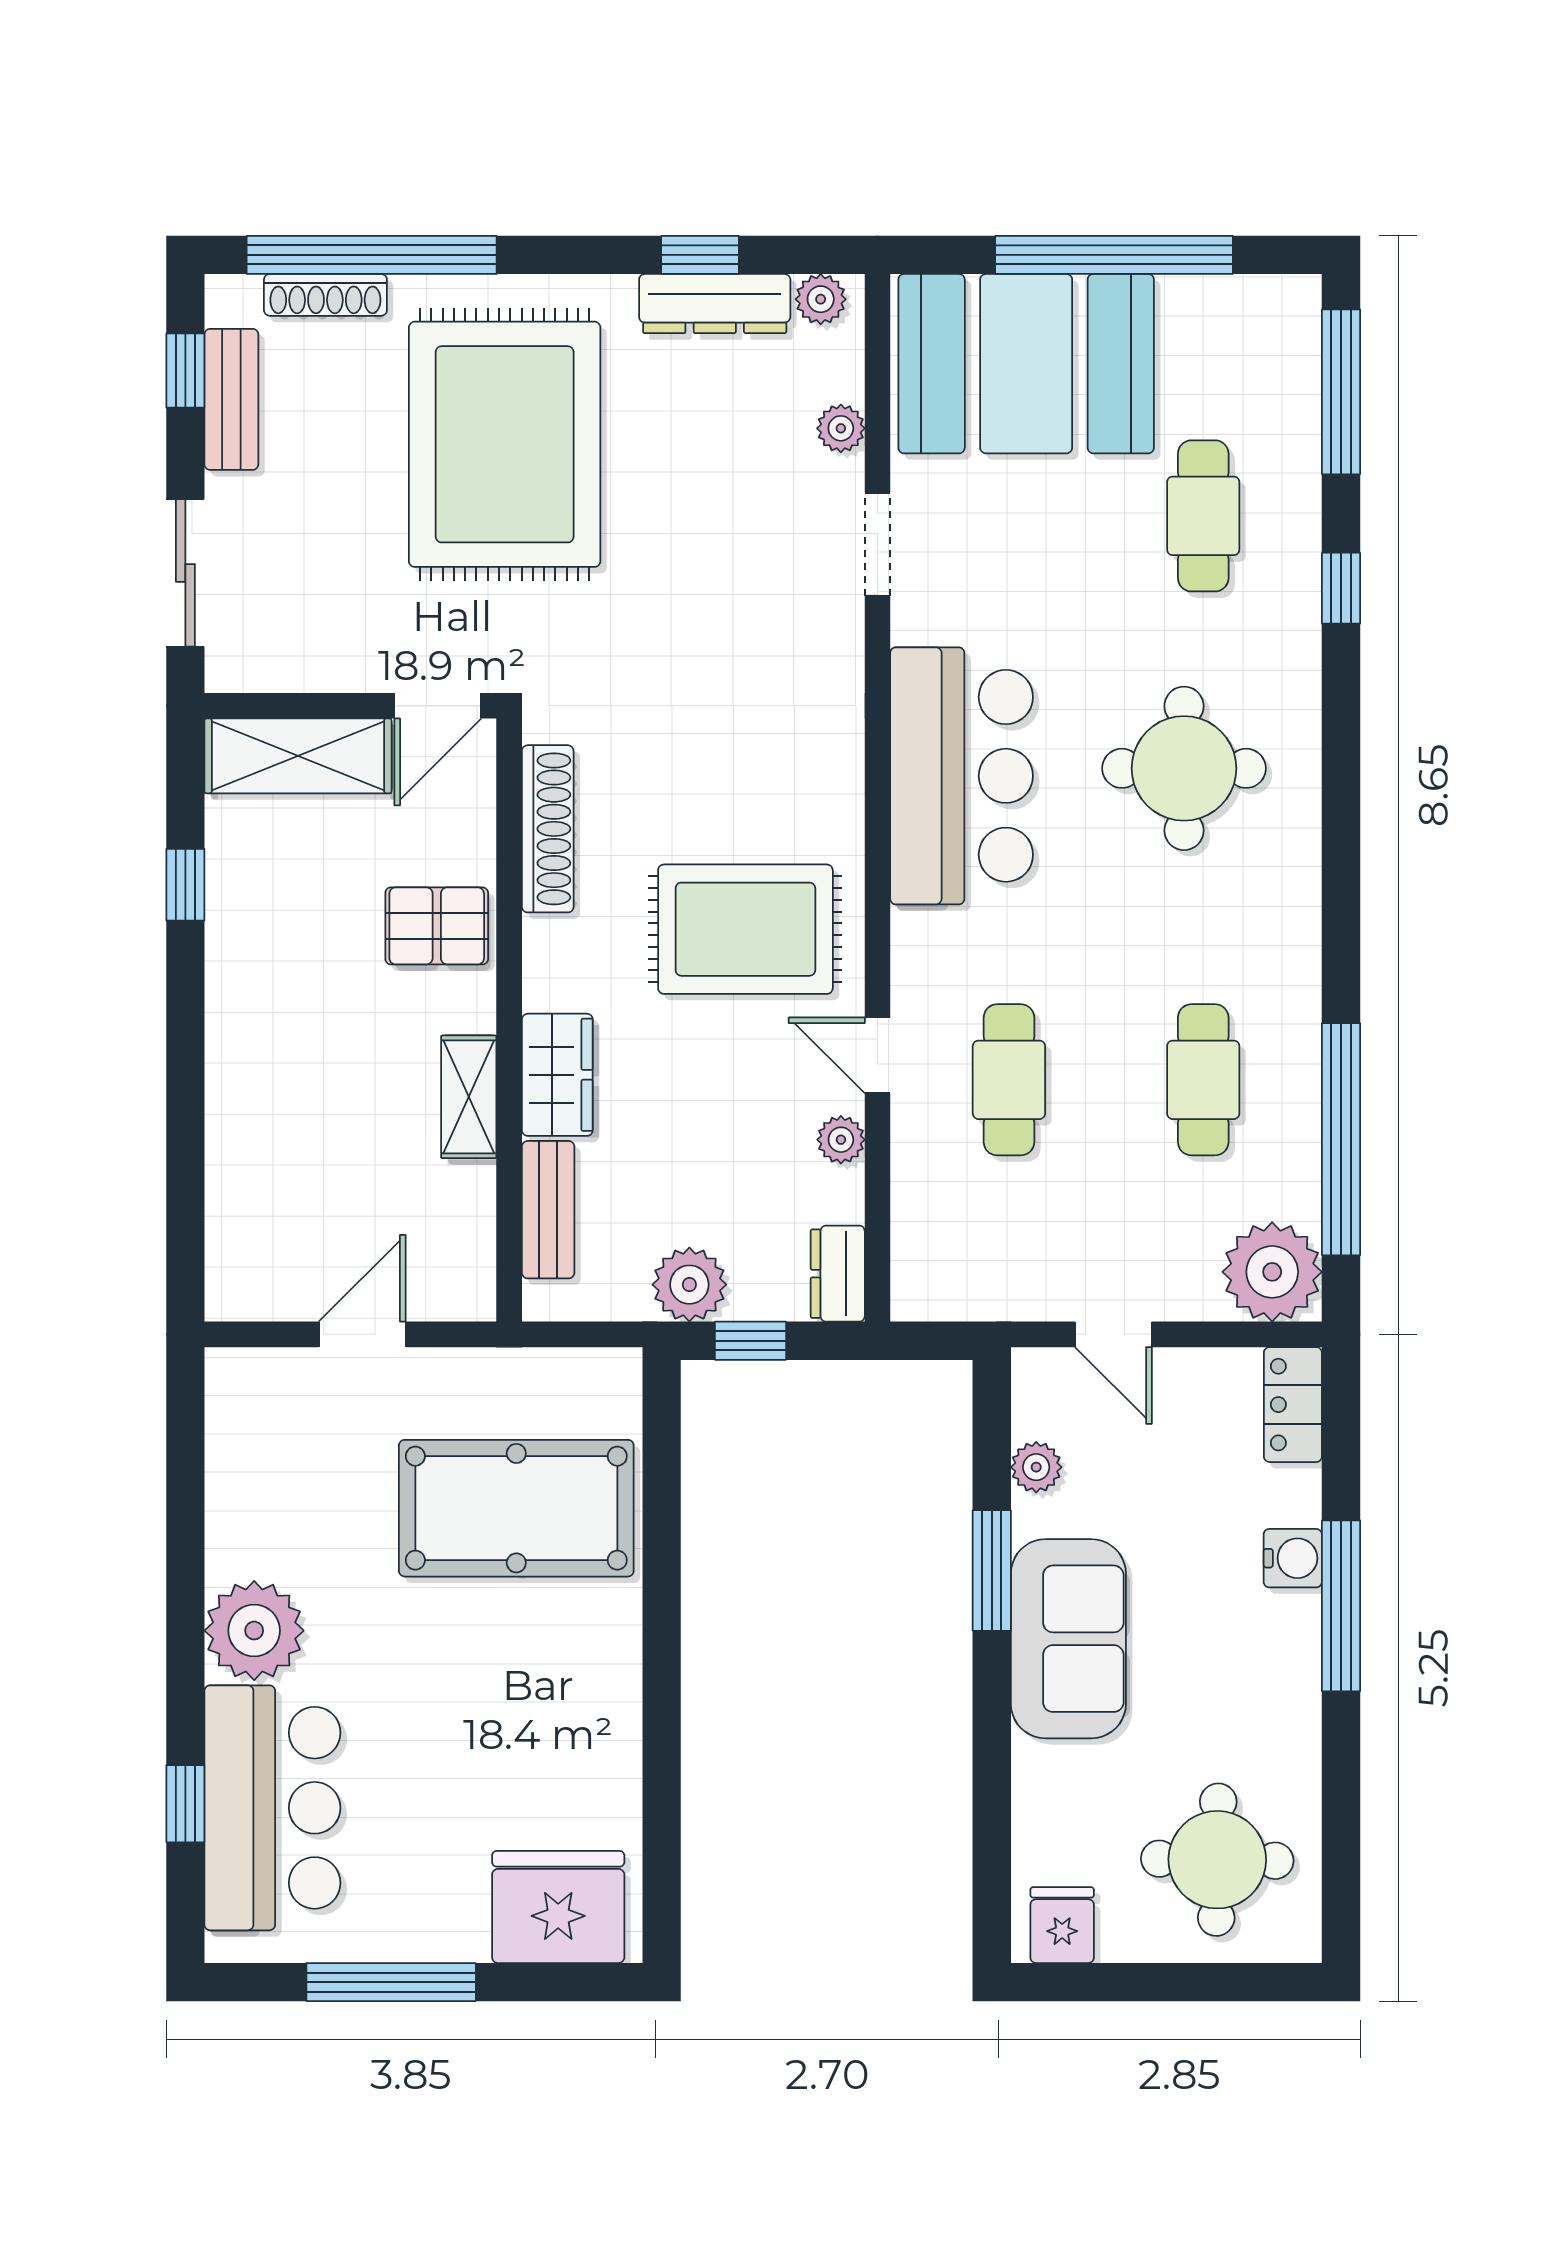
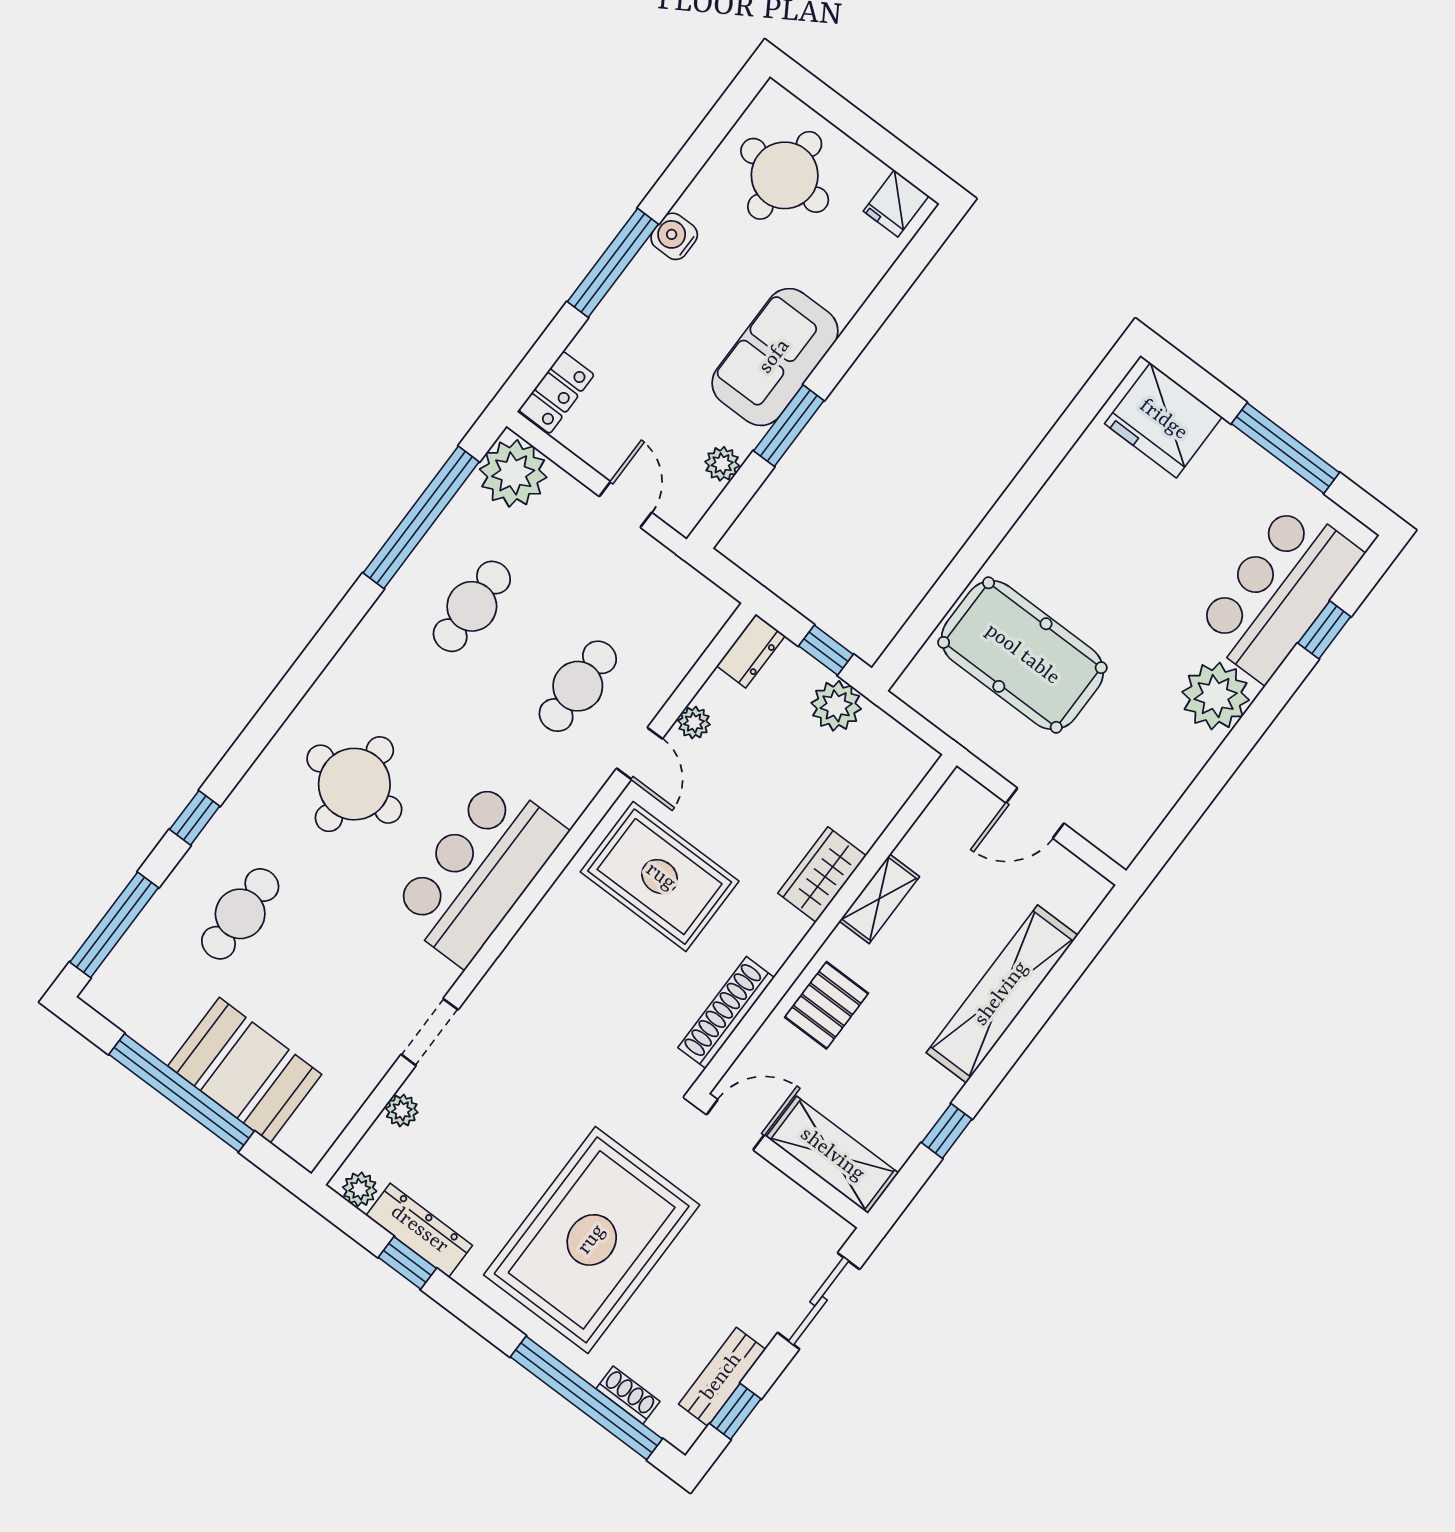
shoe rack: (325, 295) -> (628, 1395), width x0.70
booth: (1026, 364) -> (245, 1070), width x0.73, depth x0.70
pallet: (437, 926) -> (827, 1005), turned 90
shelving: (241, 1094) -> (1002, 994), added
bench: (548, 1210) -> (882, 805), removed
water cooler: (1293, 1558) -> (674, 236), moved

